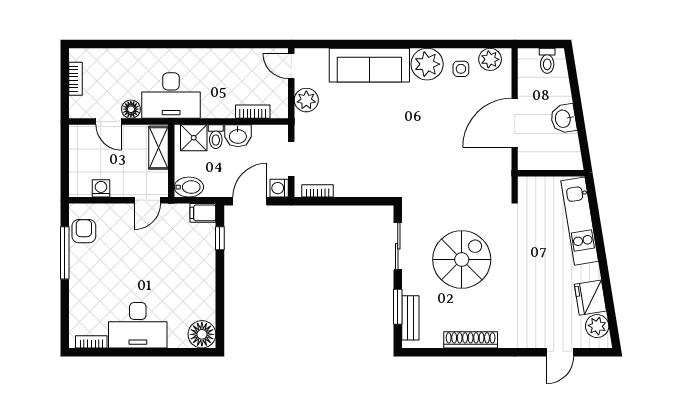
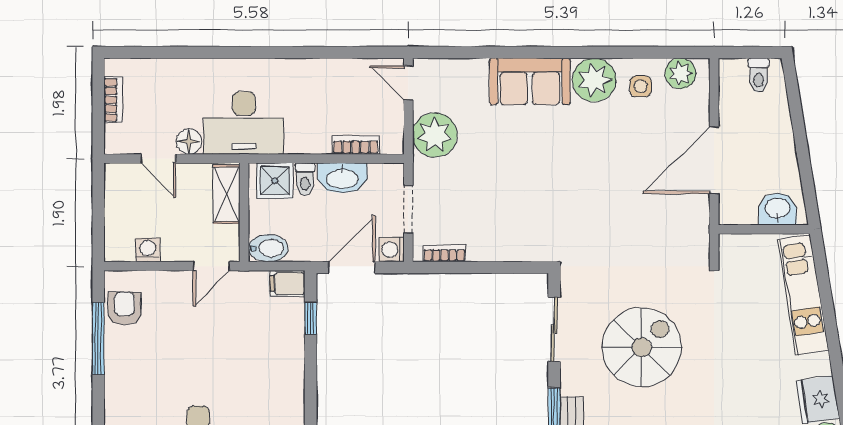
sofa: (369, 65) -> (530, 81), width x0.73
plant: (306, 100) -> (435, 135), width x1.36, depth x1.36
washbasin: (564, 119) -> (777, 209), moved, turned 99
washbasin: (238, 136) -> (342, 178), width x1.38

